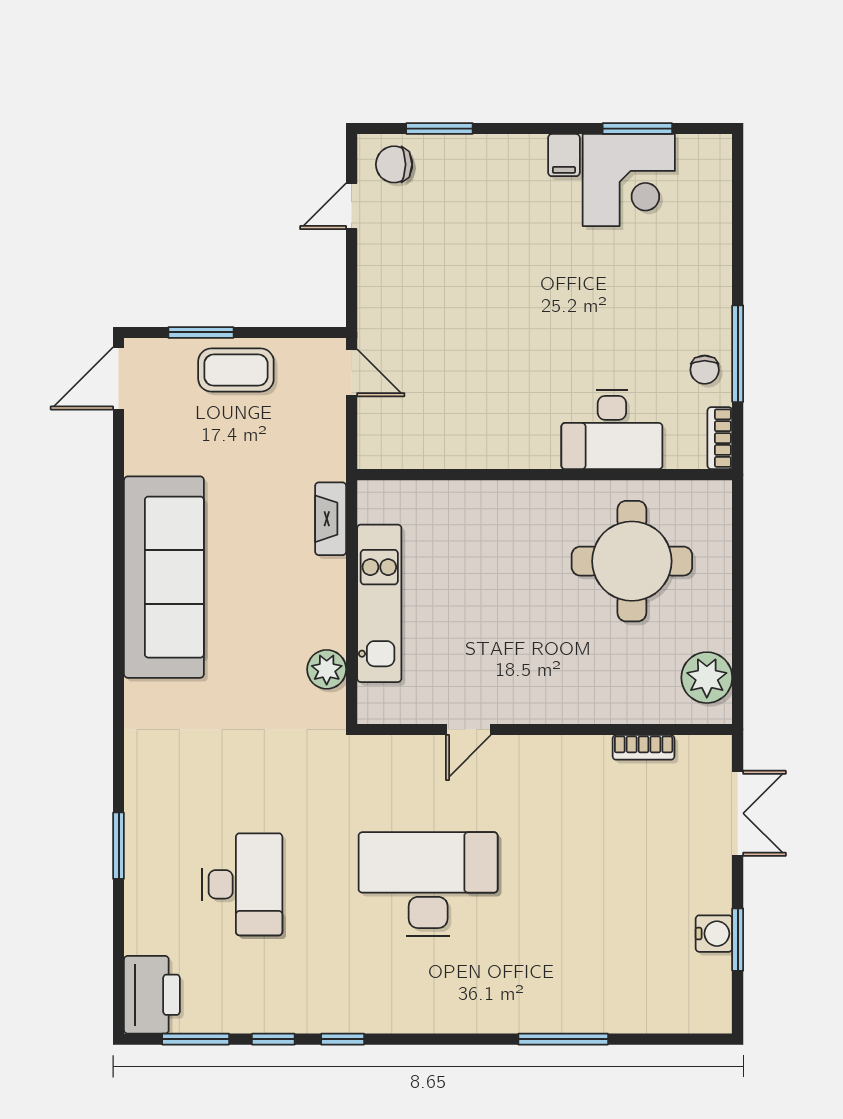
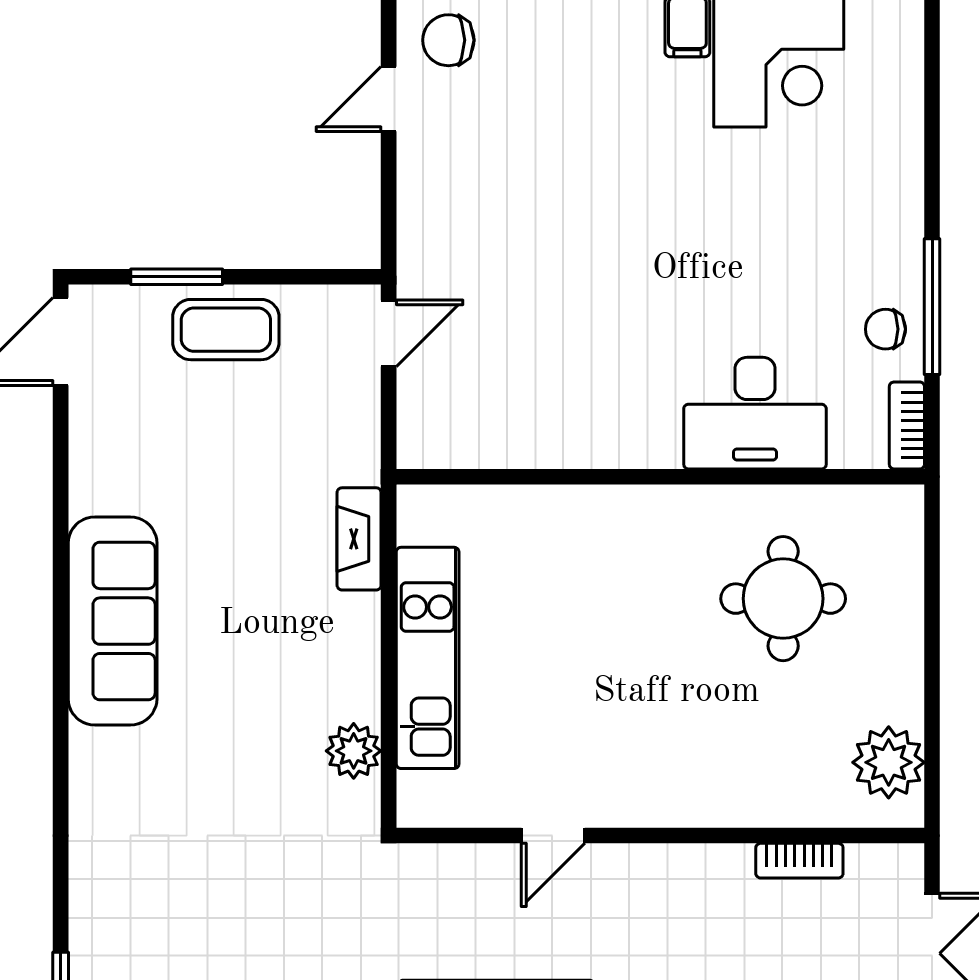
chair: (705, 370) -> (885, 329), turned 90
door: (352, 373) -> (389, 333), hinge flipped
round table: (632, 561) -> (783, 599), width x0.73, depth x0.73
sofa: (164, 577) -> (113, 621), width x0.74, depth x0.79

